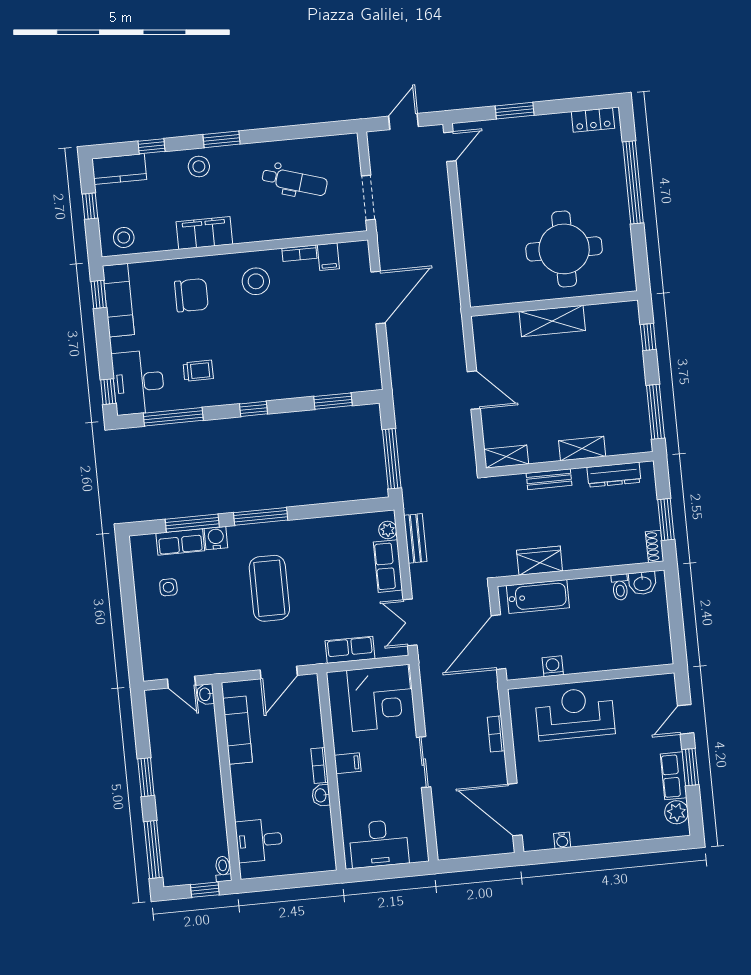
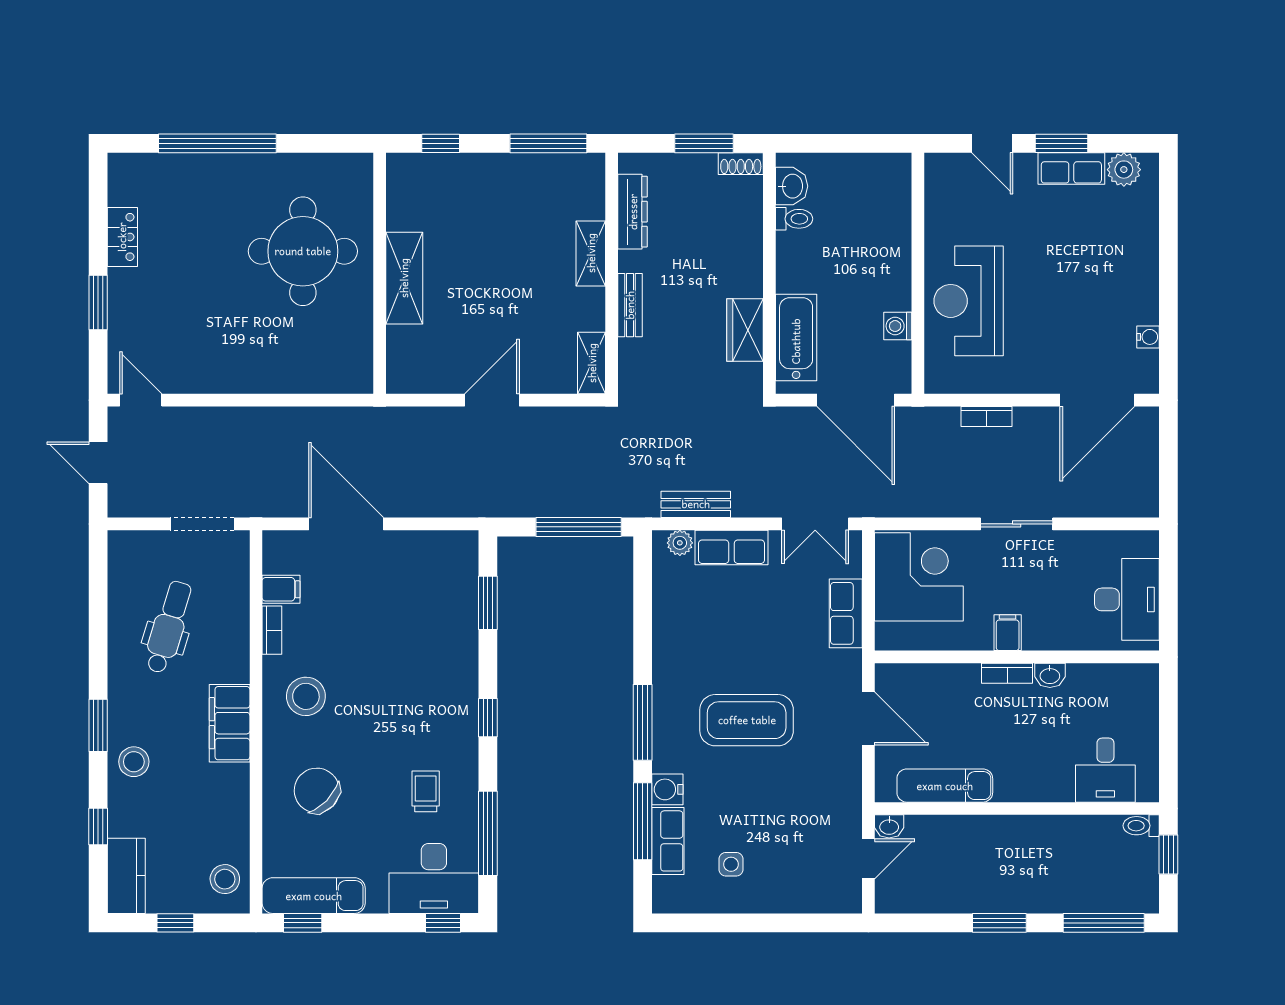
locker: (593, 120) -> (122, 237), moved
filing cabinet: (204, 233) -> (230, 723), moved
chair: (191, 295) -> (317, 790), turned -46

